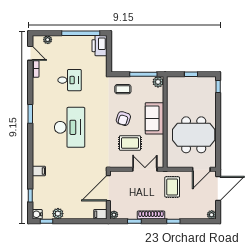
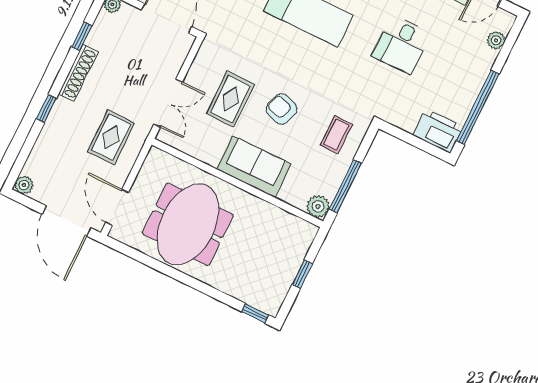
rug: (172, 187) -> (111, 137), turned 90

